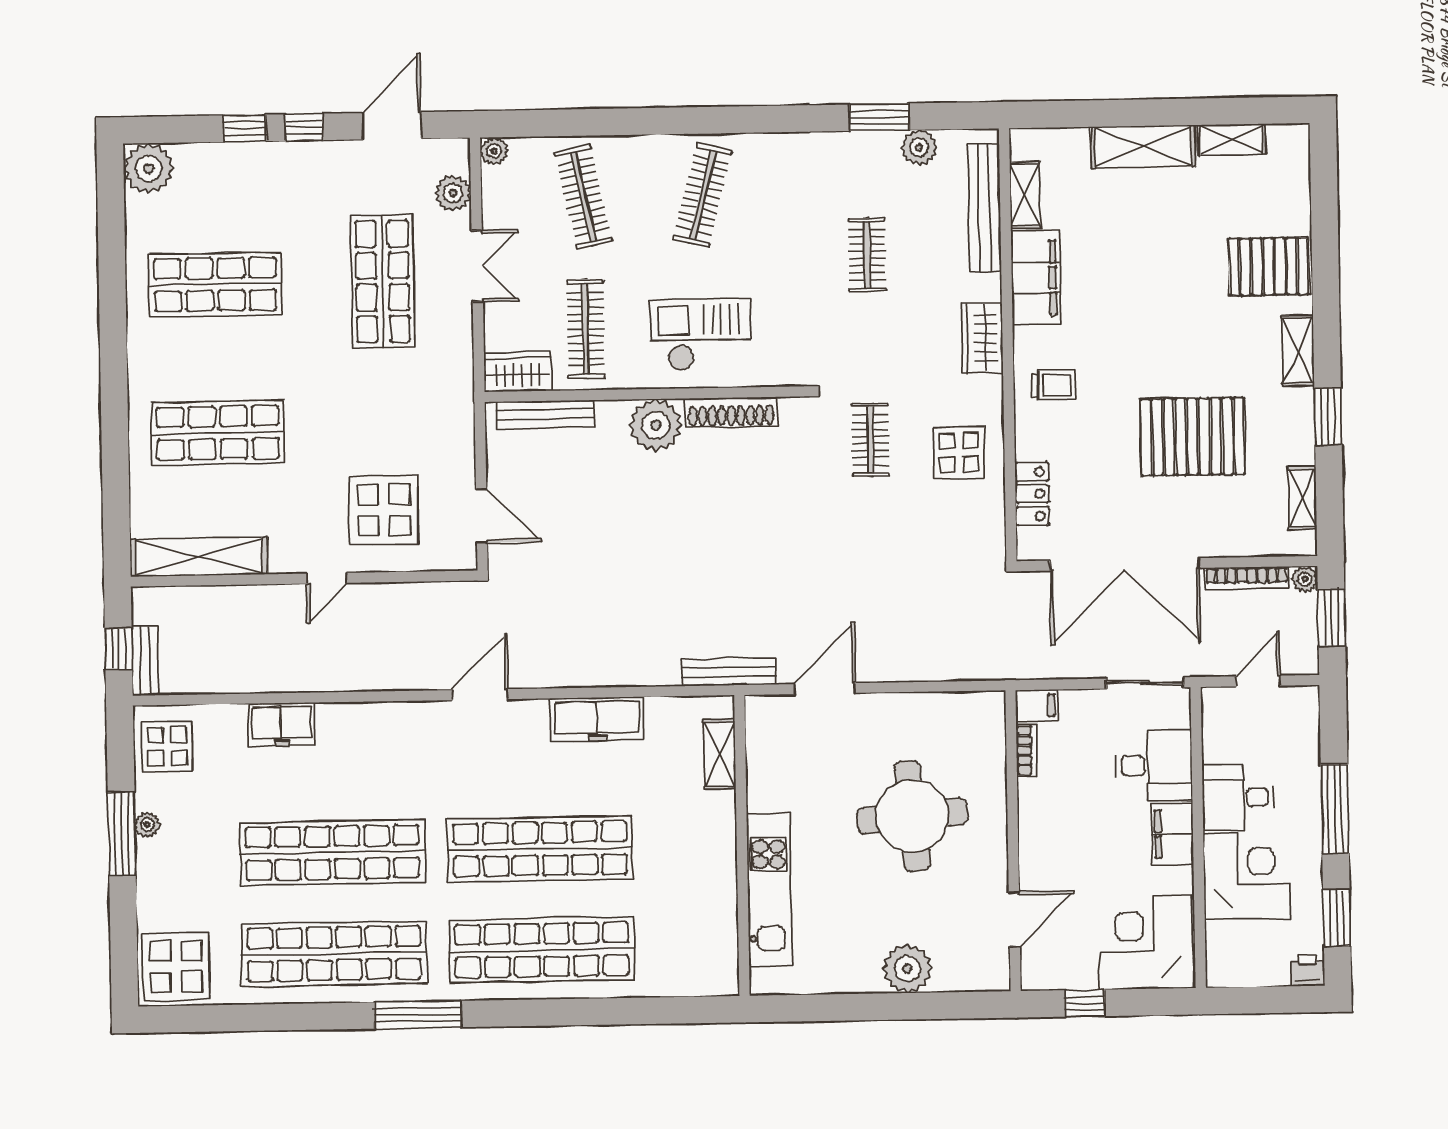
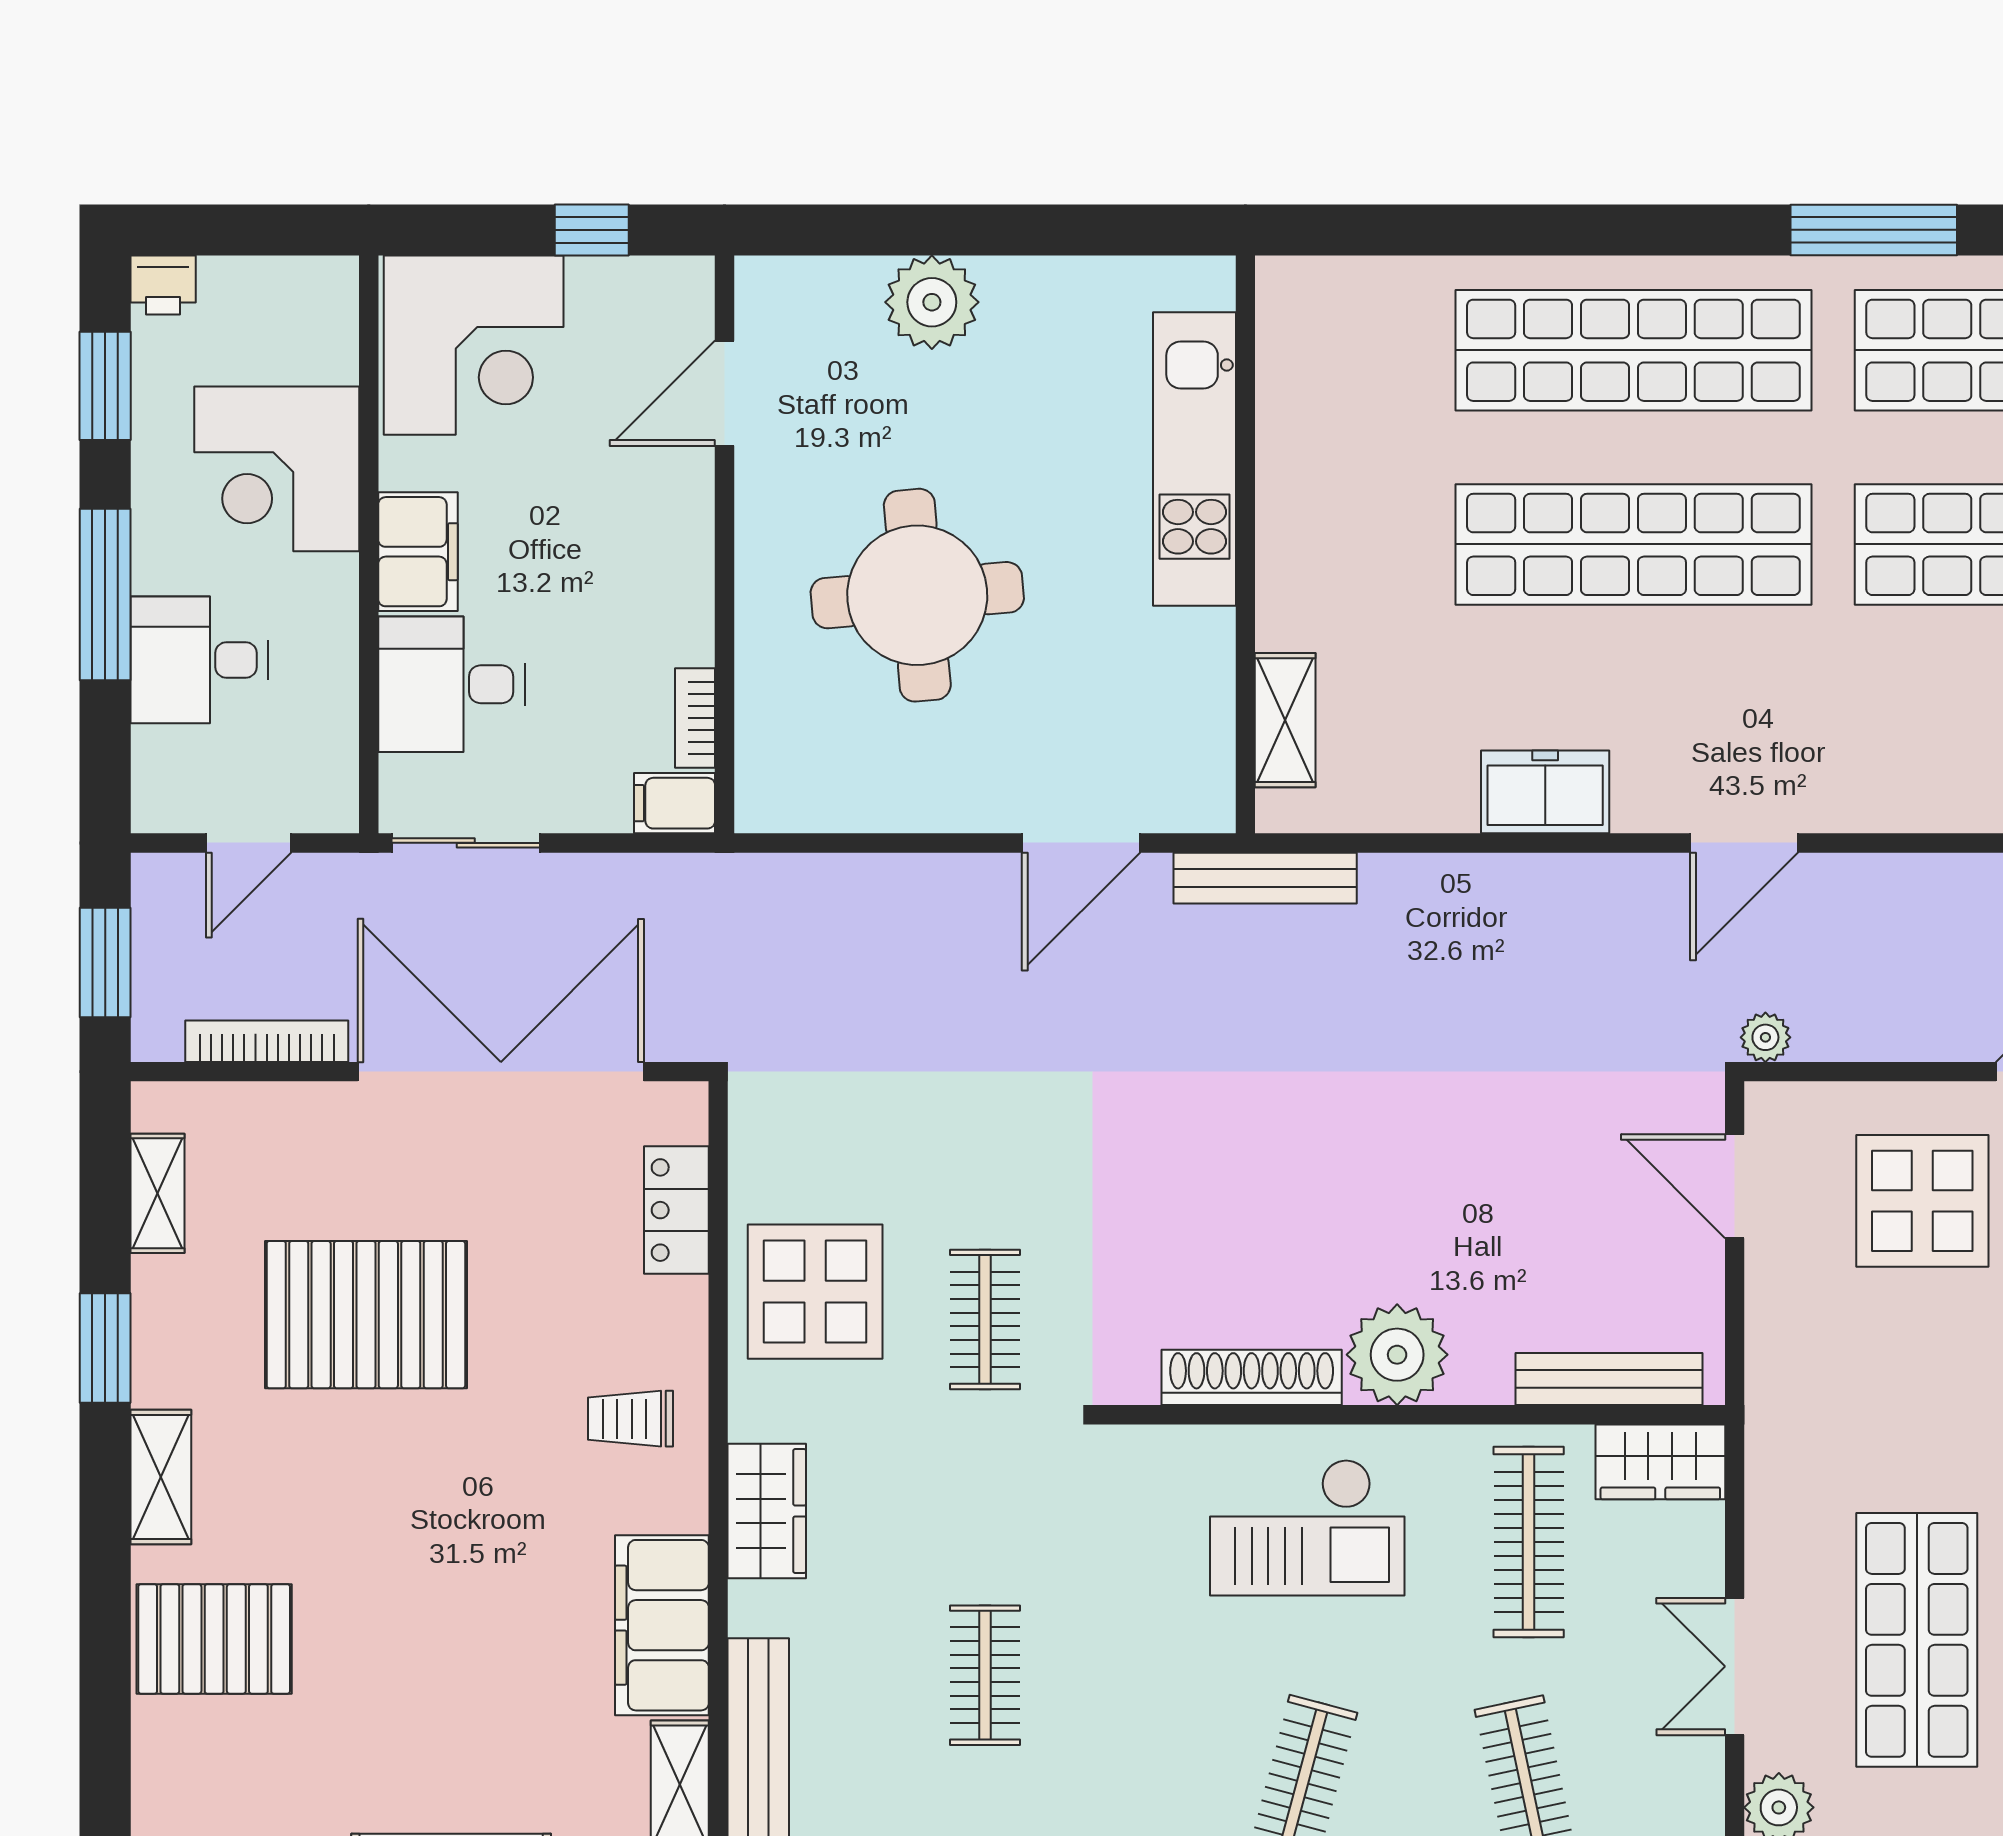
display table: (959, 453) -> (815, 1292), width x1.36, depth x1.36
plant: (1305, 579) -> (1765, 1037), moved
freezer: (597, 719) -> (1545, 792), width x0.71
desk: (1238, 797) -> (199, 660), moved, turned 180

